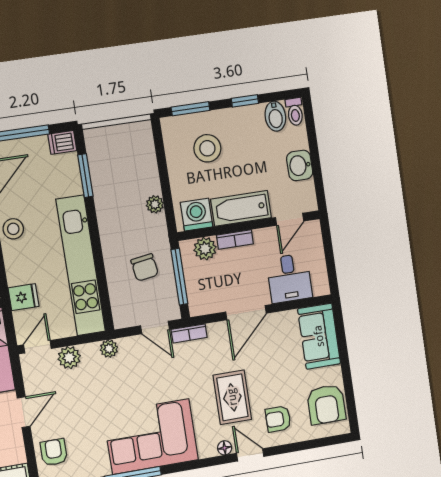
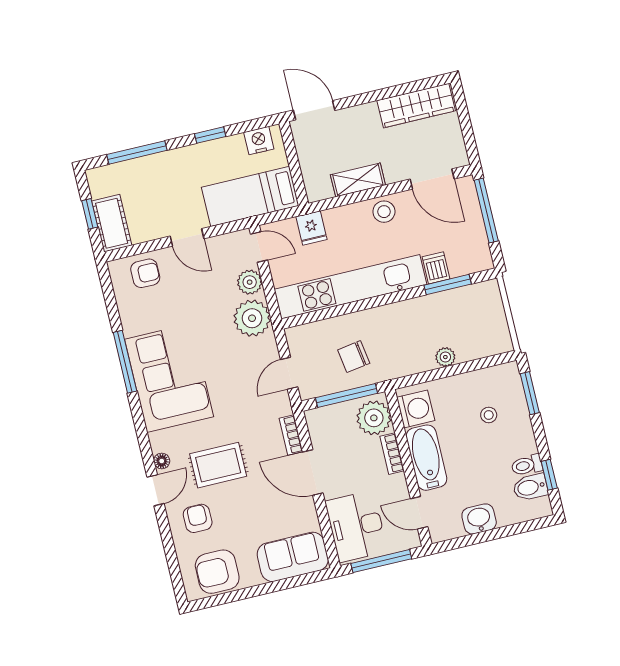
window: (245, 101) -> (549, 475), moved
toilet: (295, 112) -> (527, 465), moved
dishwasher: (62, 142) -> (436, 268), moved
stool: (207, 148) -> (489, 415), width x0.53, depth x0.53
plant: (155, 204) -> (445, 357), moved
plant: (205, 249) -> (374, 418), width x1.36, depth x1.36
window: (329, 257) -> (381, 561), added
desk: (289, 278) -> (356, 526), width x1.37
bookcase: (189, 333) -> (291, 435), moved
plant: (109, 349) -> (252, 318), width x1.88, depth x1.88

